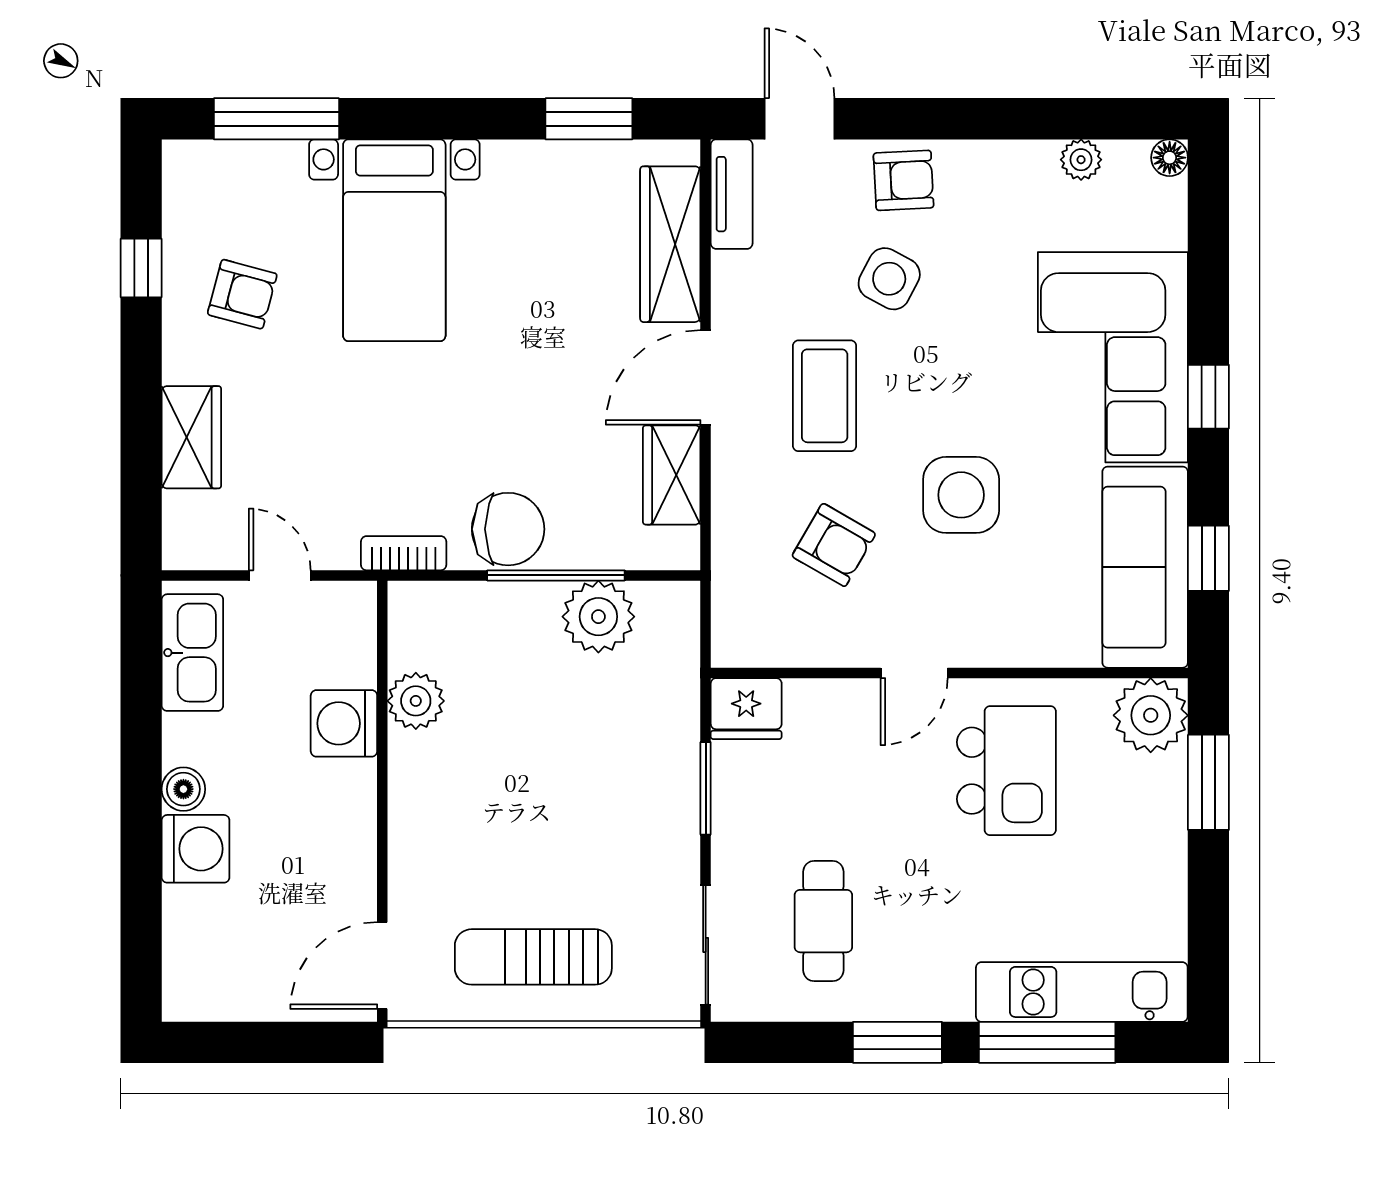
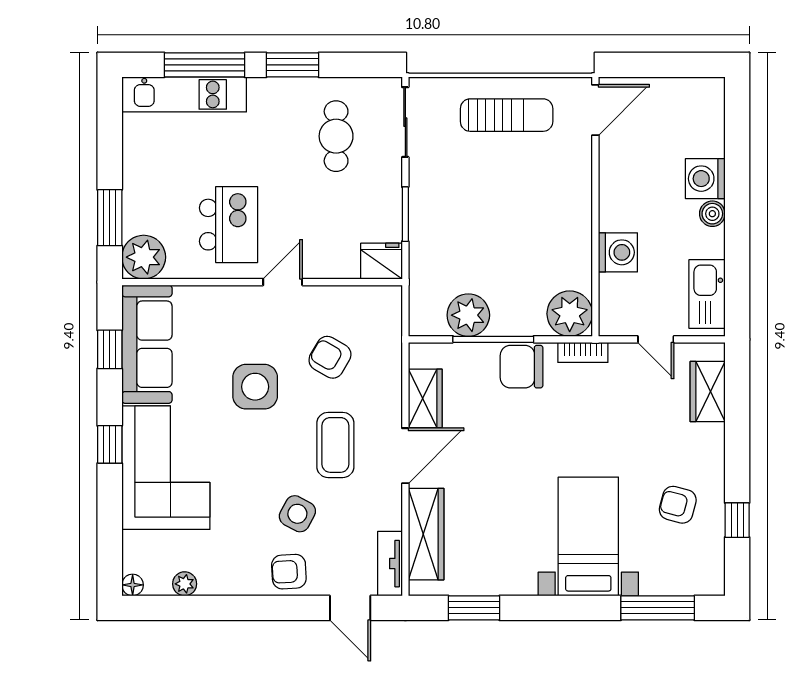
wardrobe: (191, 437) -> (708, 392), moved
plant: (416, 701) -> (570, 314), moved, width x1.36, depth x1.36
kitchen island: (1006, 771) -> (228, 225), turned 180

